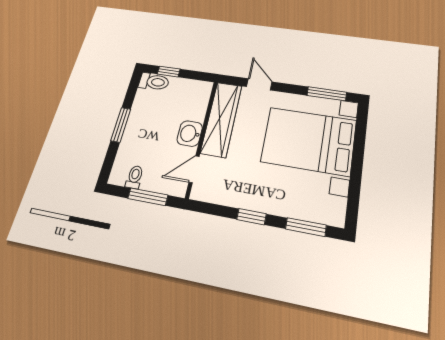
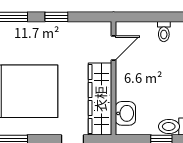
washbasin: (190, 134) -> (125, 113), moved
window: (148, 197) -> (147, 17), removed

